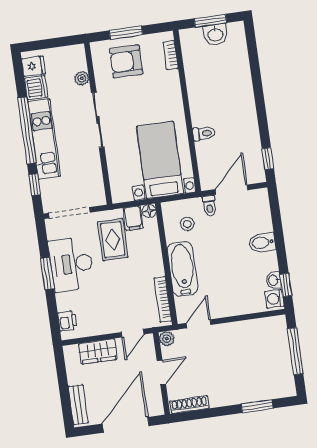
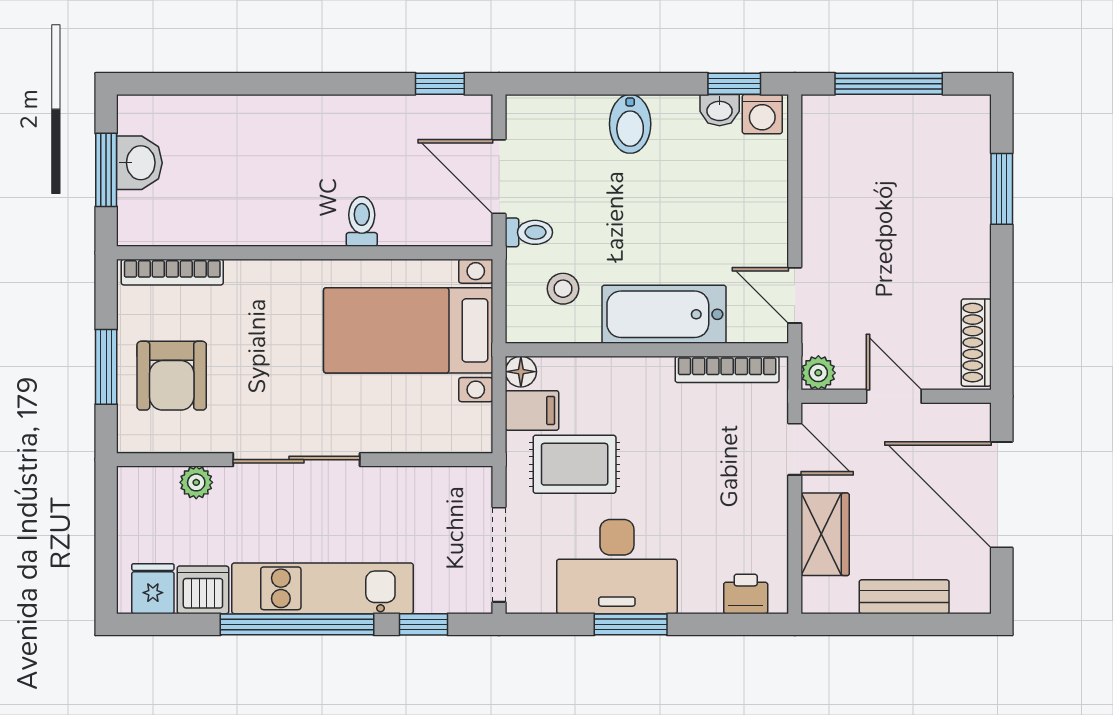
bookcase: (171, 55) -> (172, 272), width x1.56
bench: (78, 405) -> (904, 597), moved

